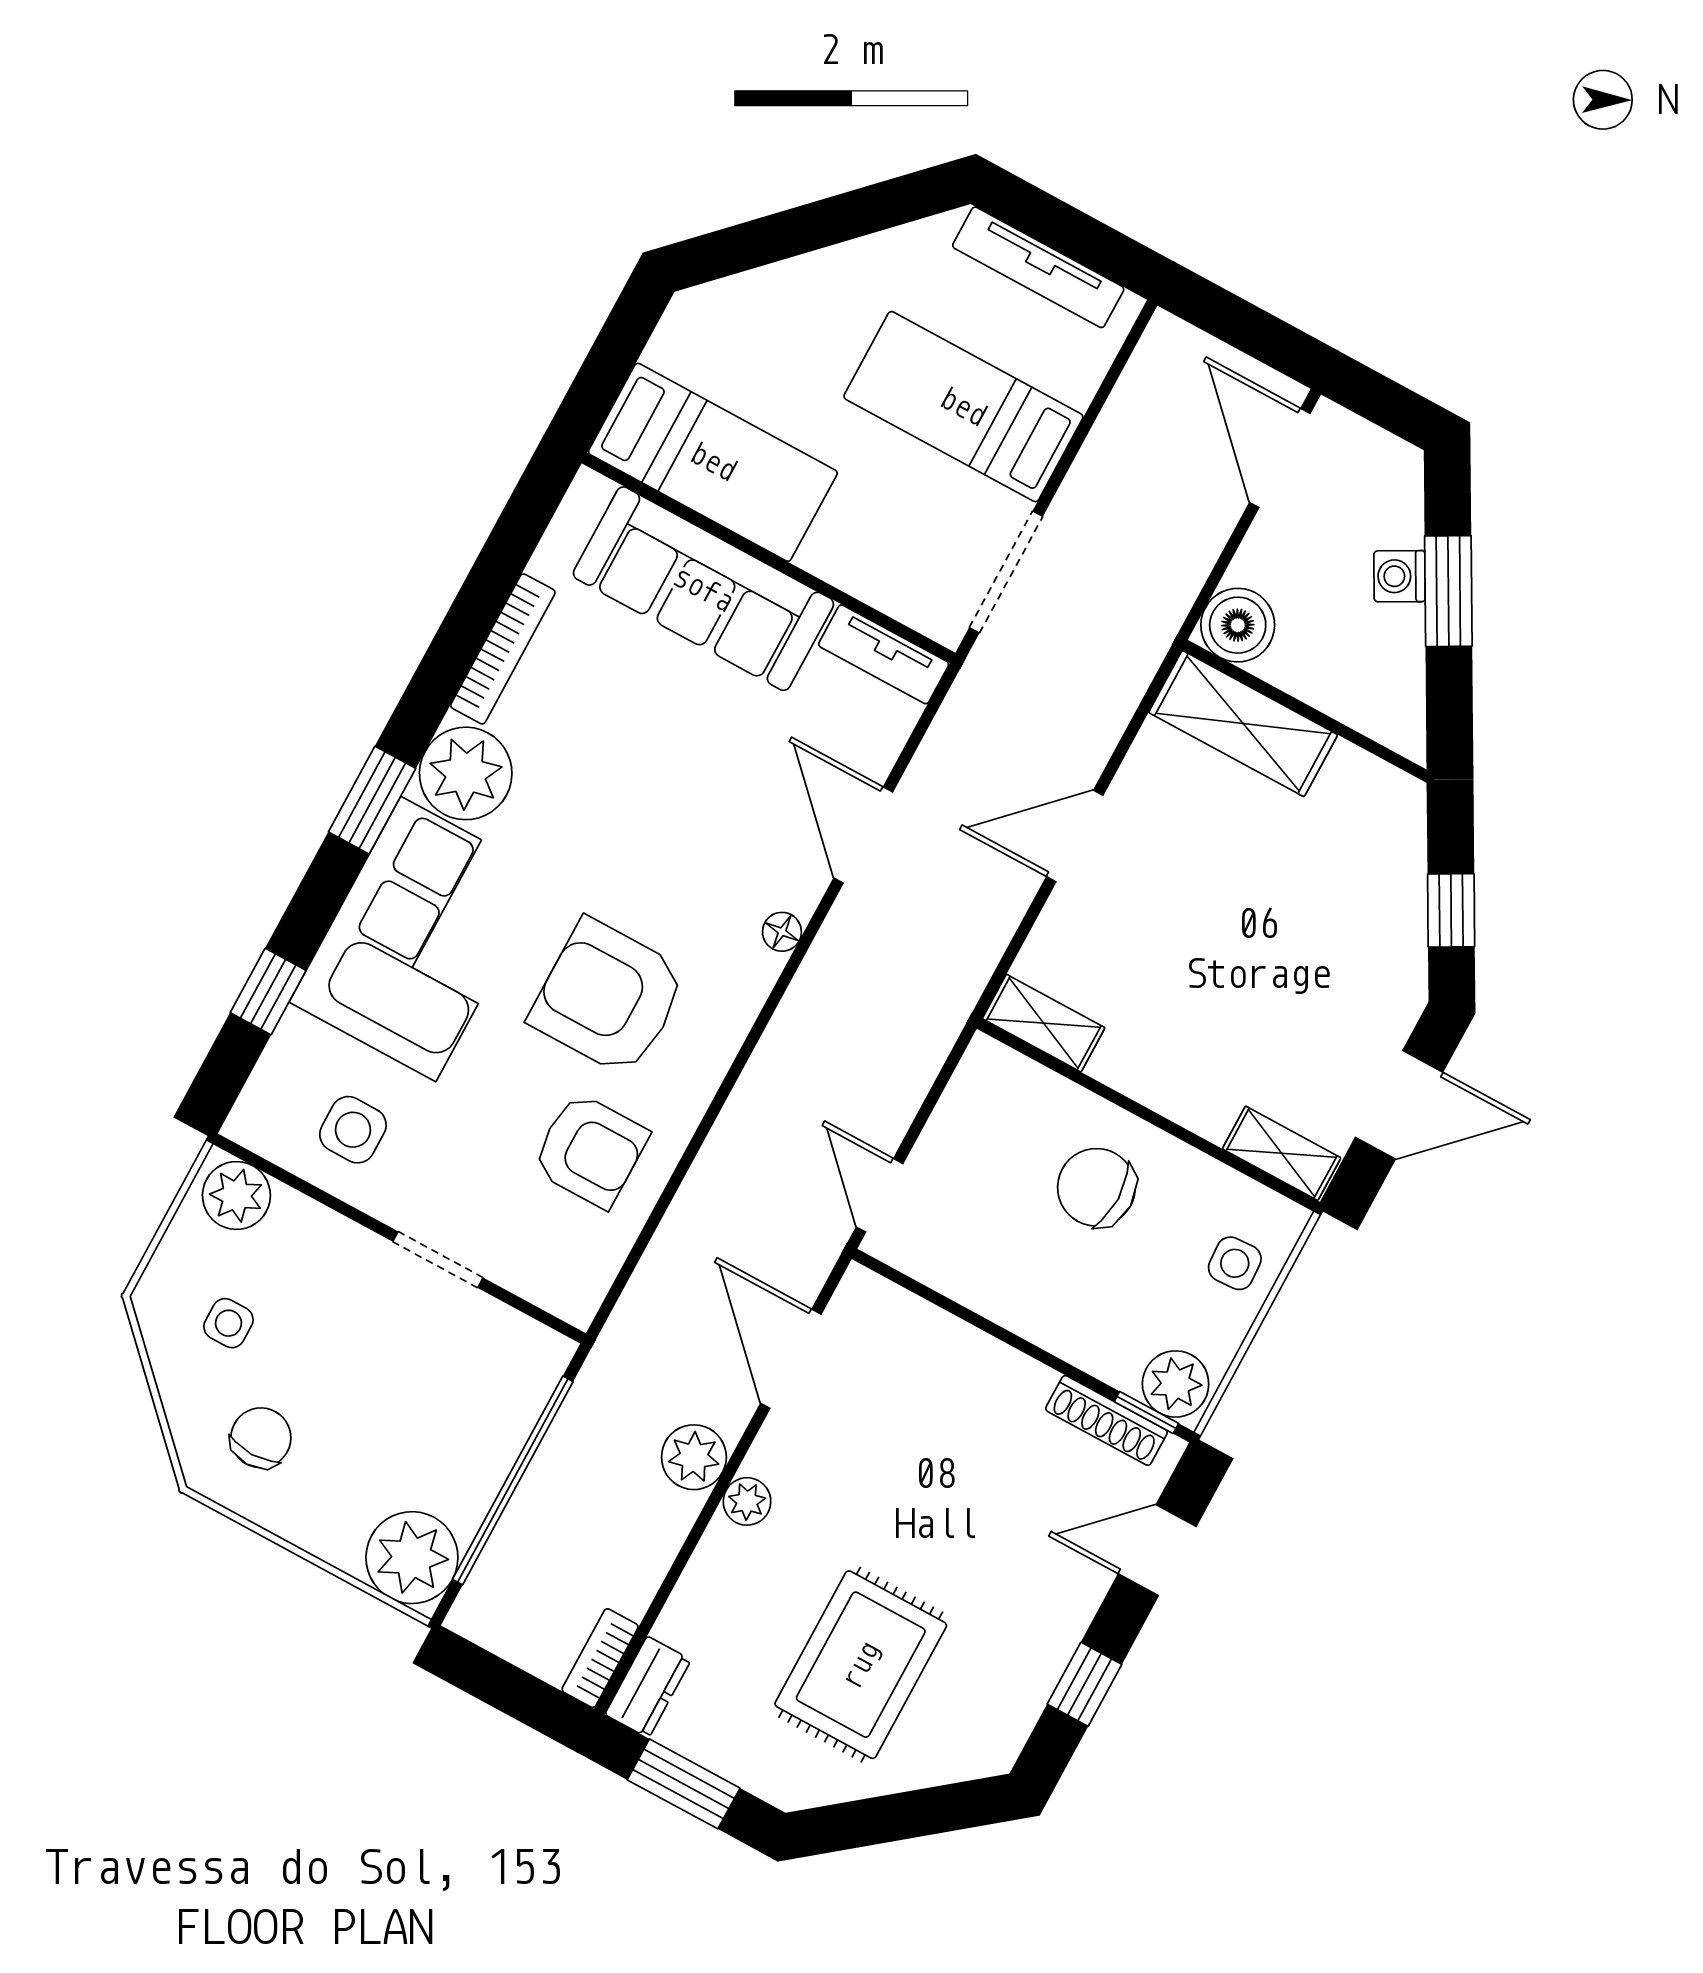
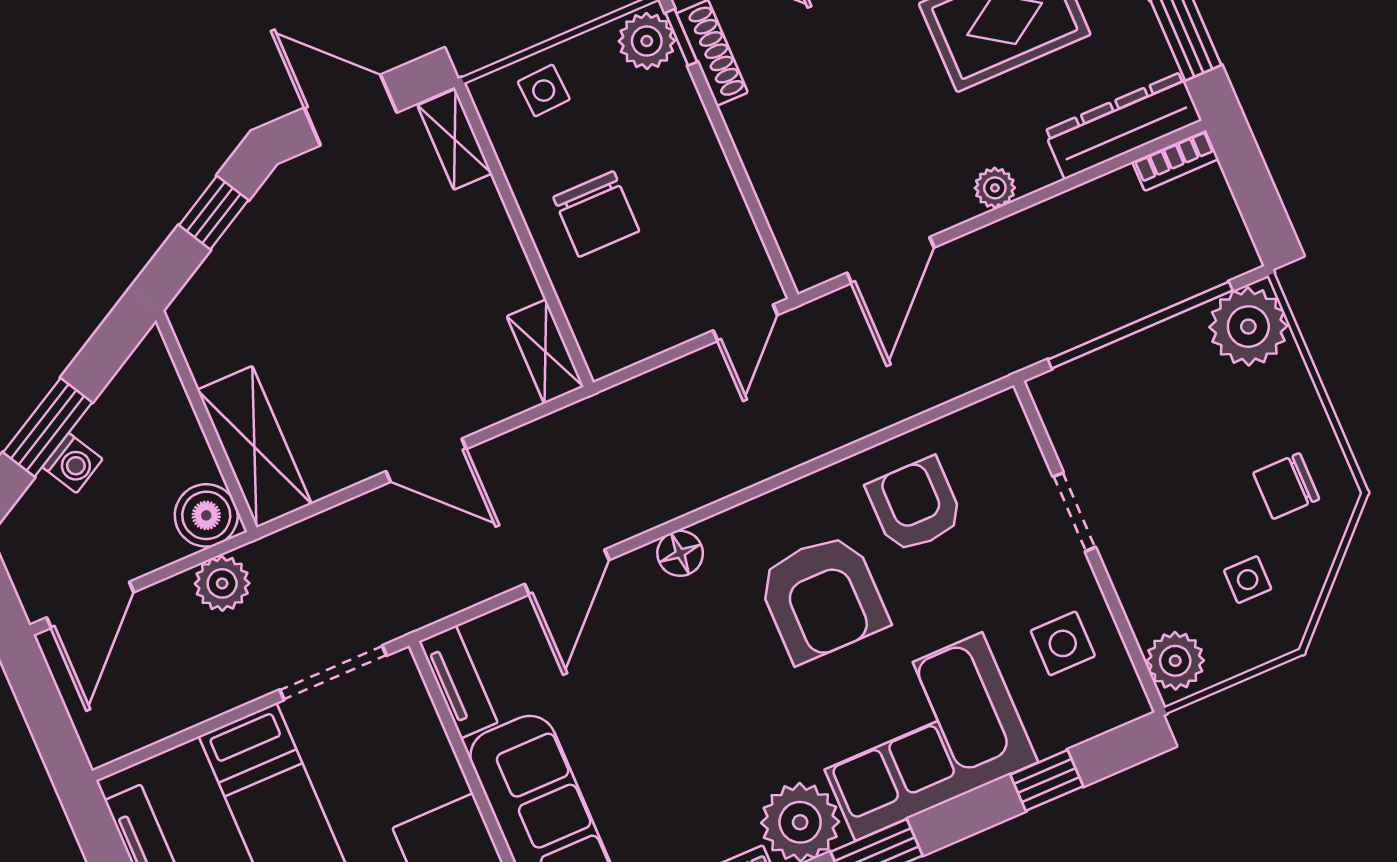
floor lamp: (782, 932) -> (680, 553), width x1.37, depth x1.37
plant: (694, 1457) -> (222, 583), moved
dresser: (648, 1687) -> (1123, 126), width x1.96, depth x1.24

